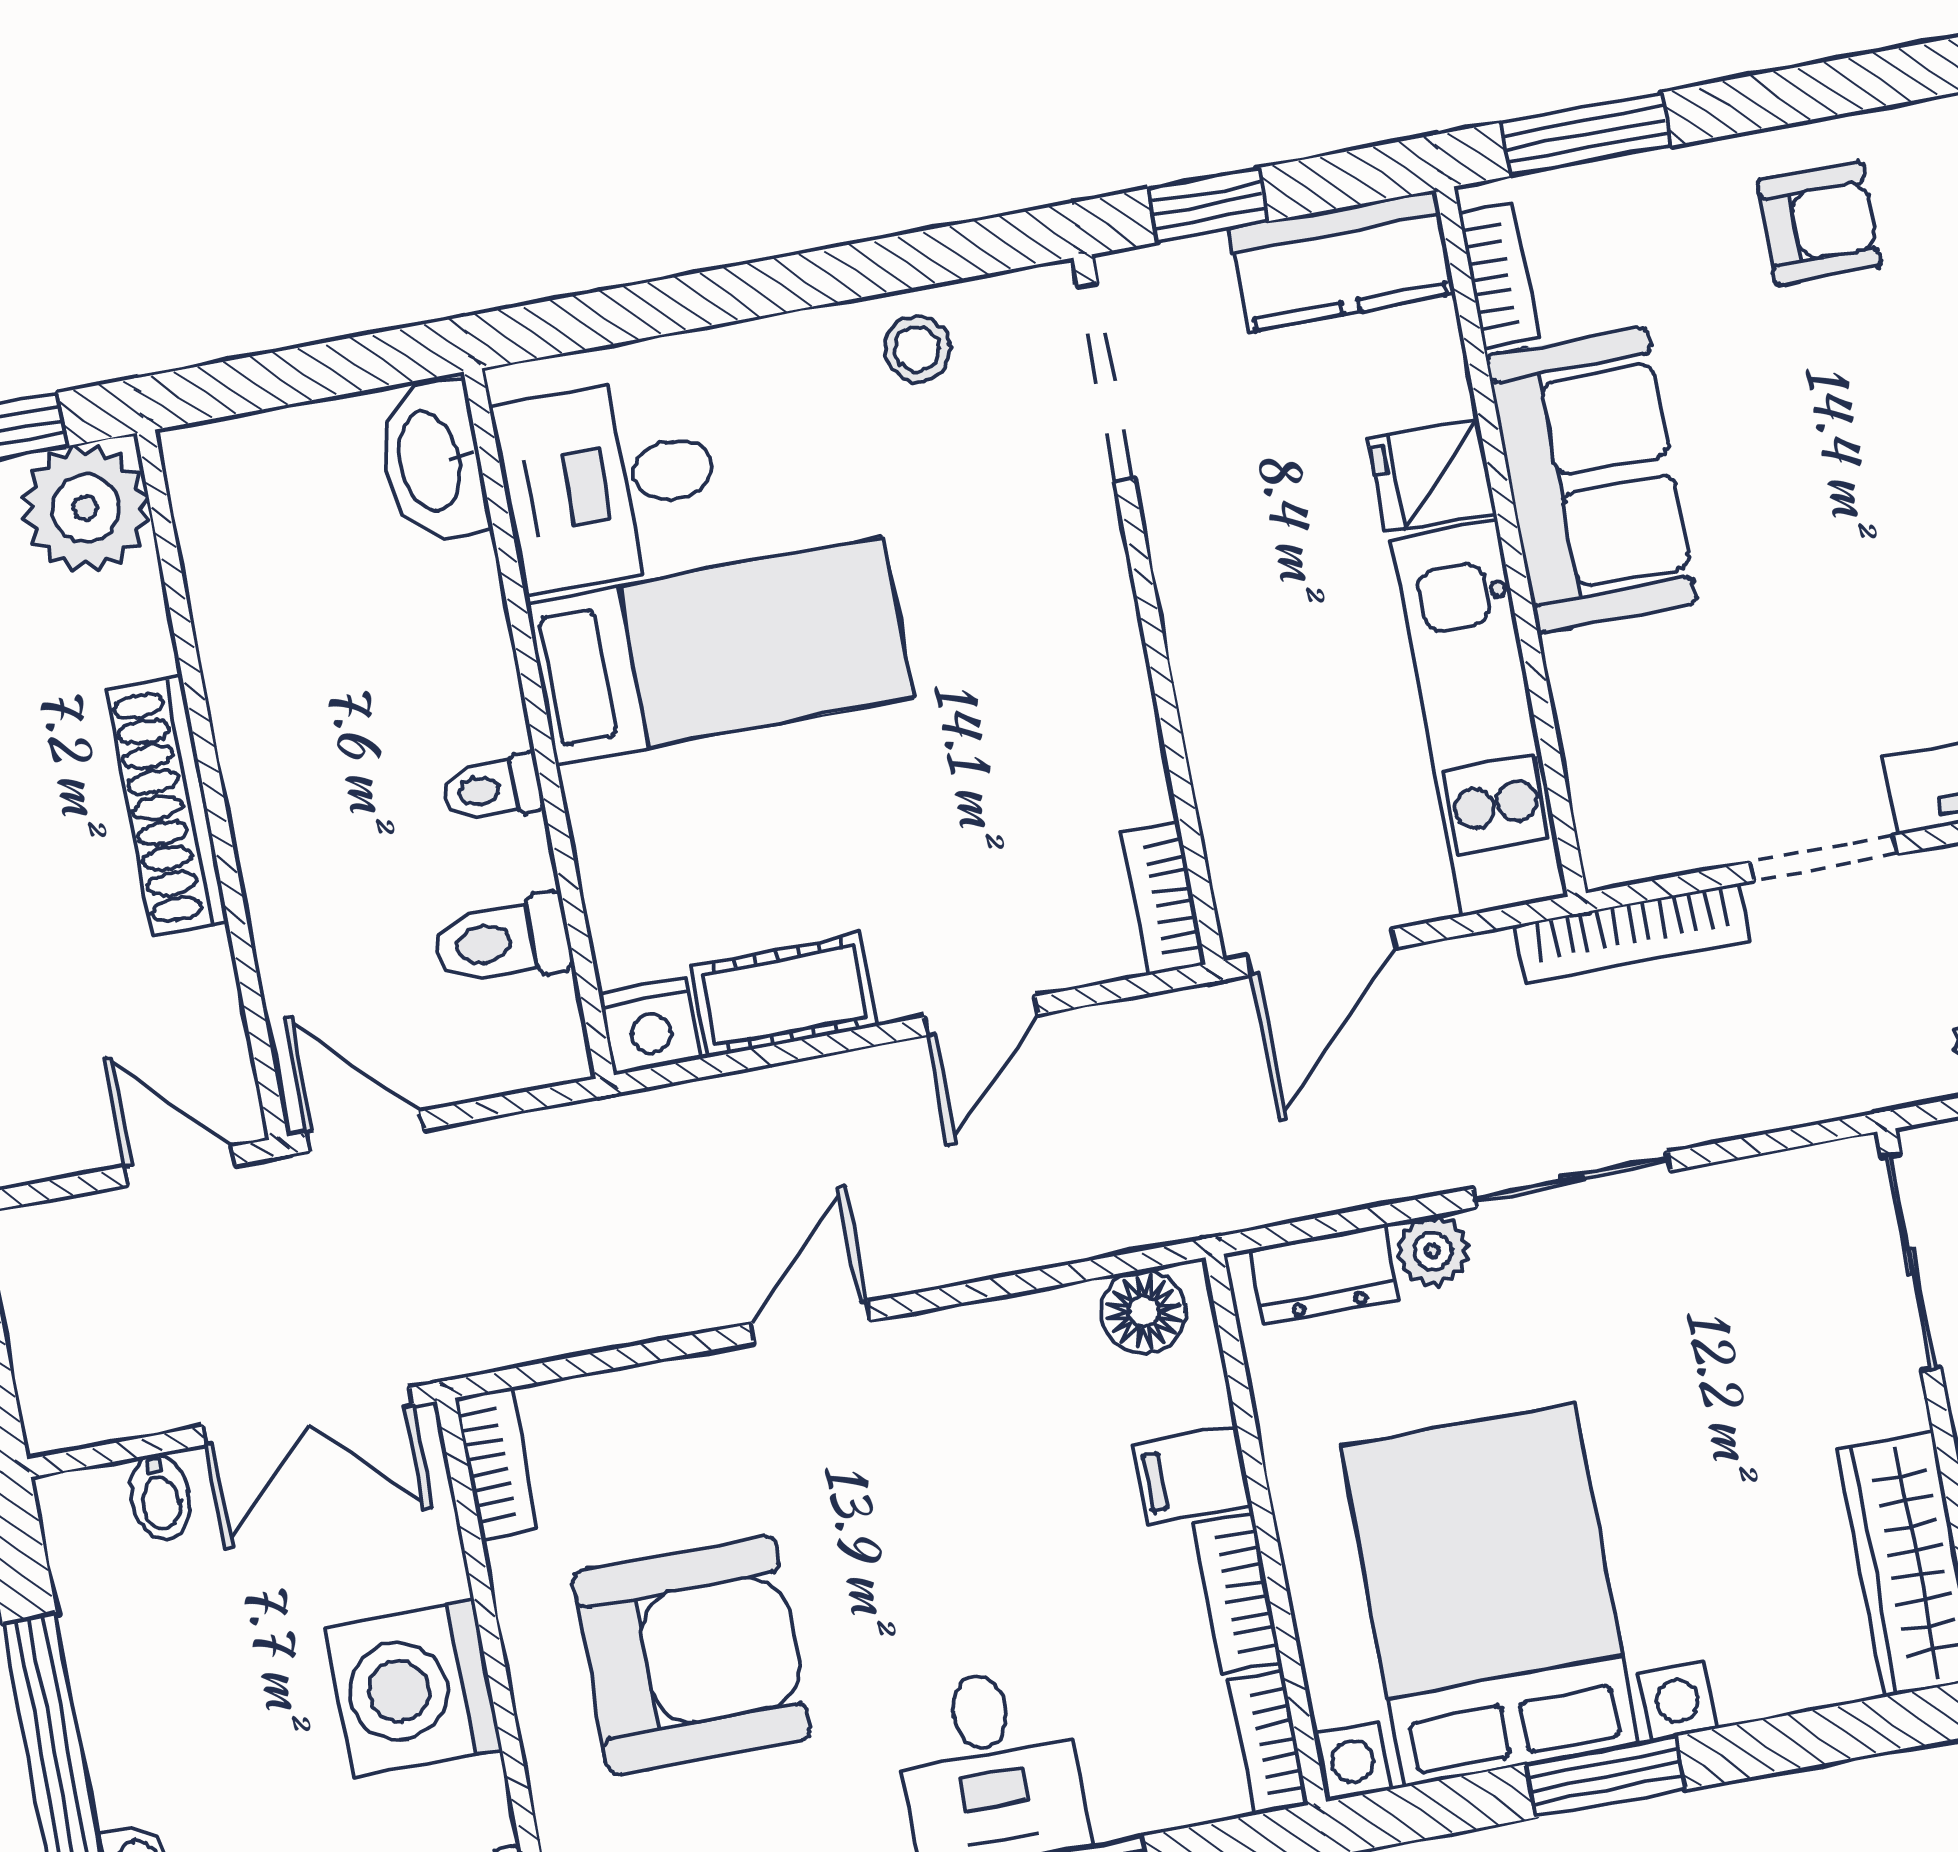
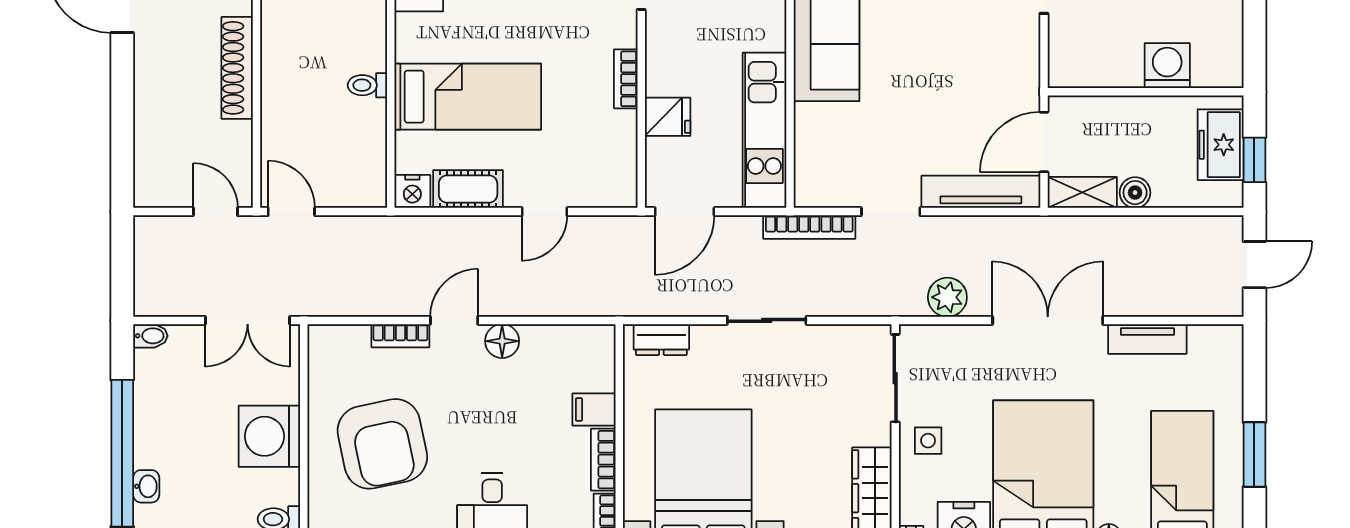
fridge: (1432, 475) -> (668, 117), moved, turned 180
bed: (719, 651) -> (468, 97), moved
bookcase: (1164, 898) -> (626, 79), moved
toilet: (502, 941) -> (360, 146), removed
plant: (1433, 1251) -> (706, 338), removed
floor lamp: (1144, 1312) -> (502, 341), moved
bookcase: (496, 1463) -> (400, 336), moved, turned 90
bidet: (160, 1497) -> (150, 336), moved, turned -90
armchair: (692, 1655) -> (382, 444), turned 78

